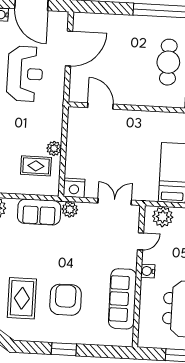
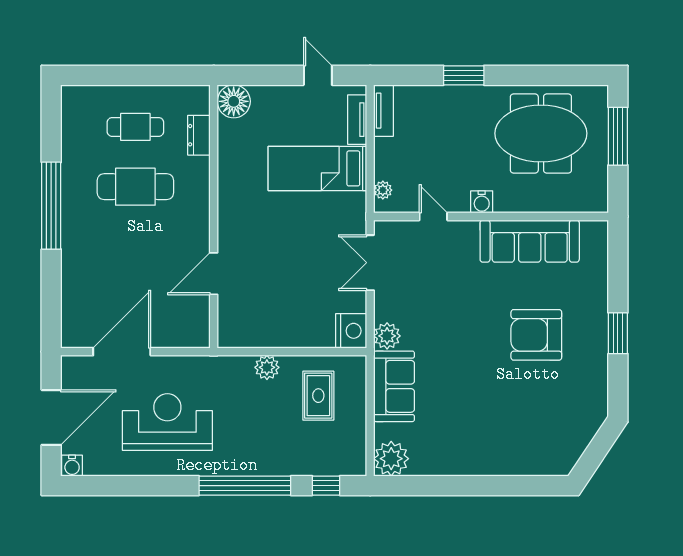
door: (69, 49) -> (122, 352), hinge flipped
door: (100, 106) -> (214, 274), moved
plant: (54, 148) -> (267, 367), moved
plant: (163, 217) -> (383, 190), width x0.53, depth x0.53
rug: (22, 298) -> (538, 407), removed

